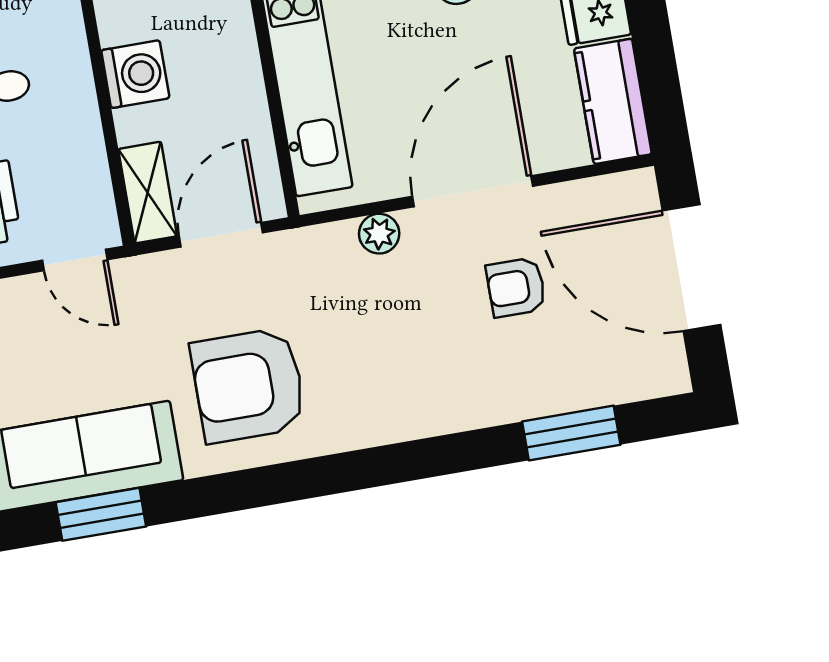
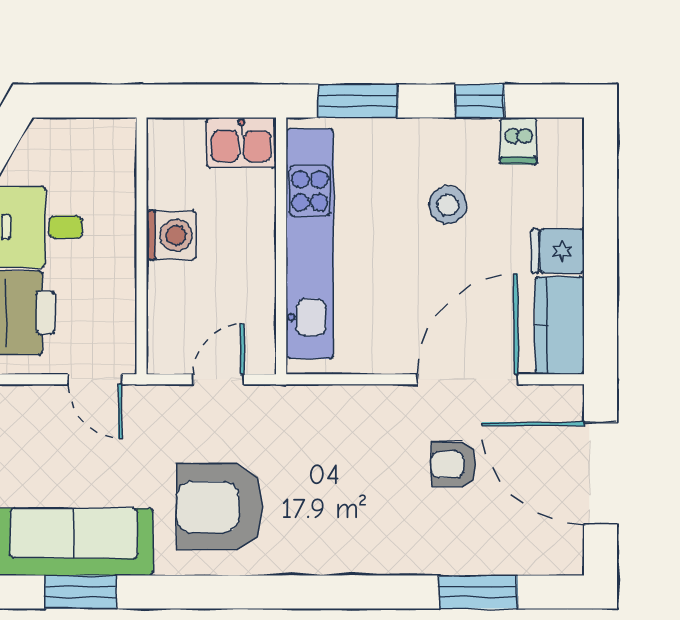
door: (473, 191) -> (467, 379), moved
shelving: (148, 193) -> (164, 334), removed
plant: (379, 234) -> (349, 401), removed
door: (221, 235) -> (219, 379), width x0.73

